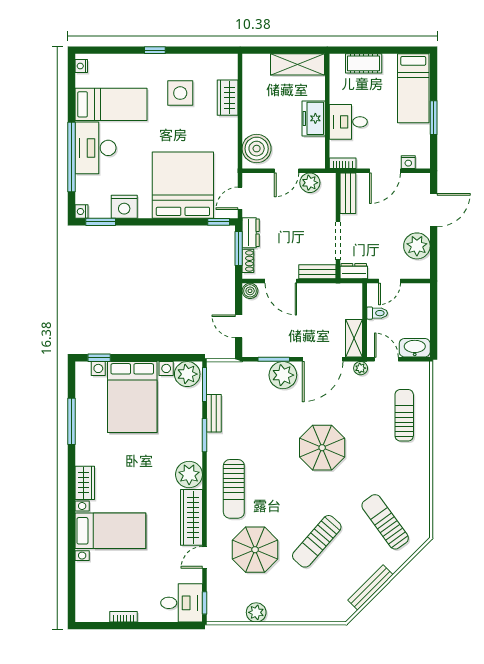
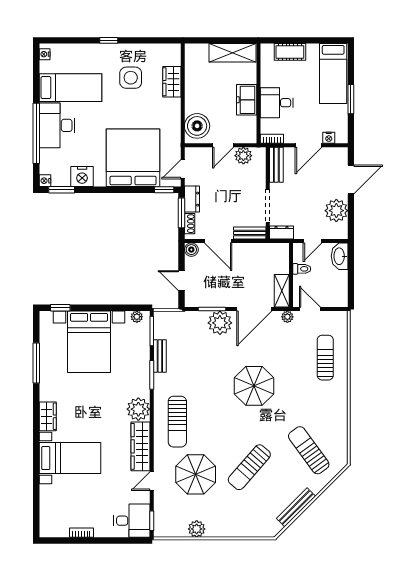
washbasin: (415, 348) -> (340, 256), moved, turned -90
plant: (187, 374) -> (137, 317), width x0.53, depth x0.53

